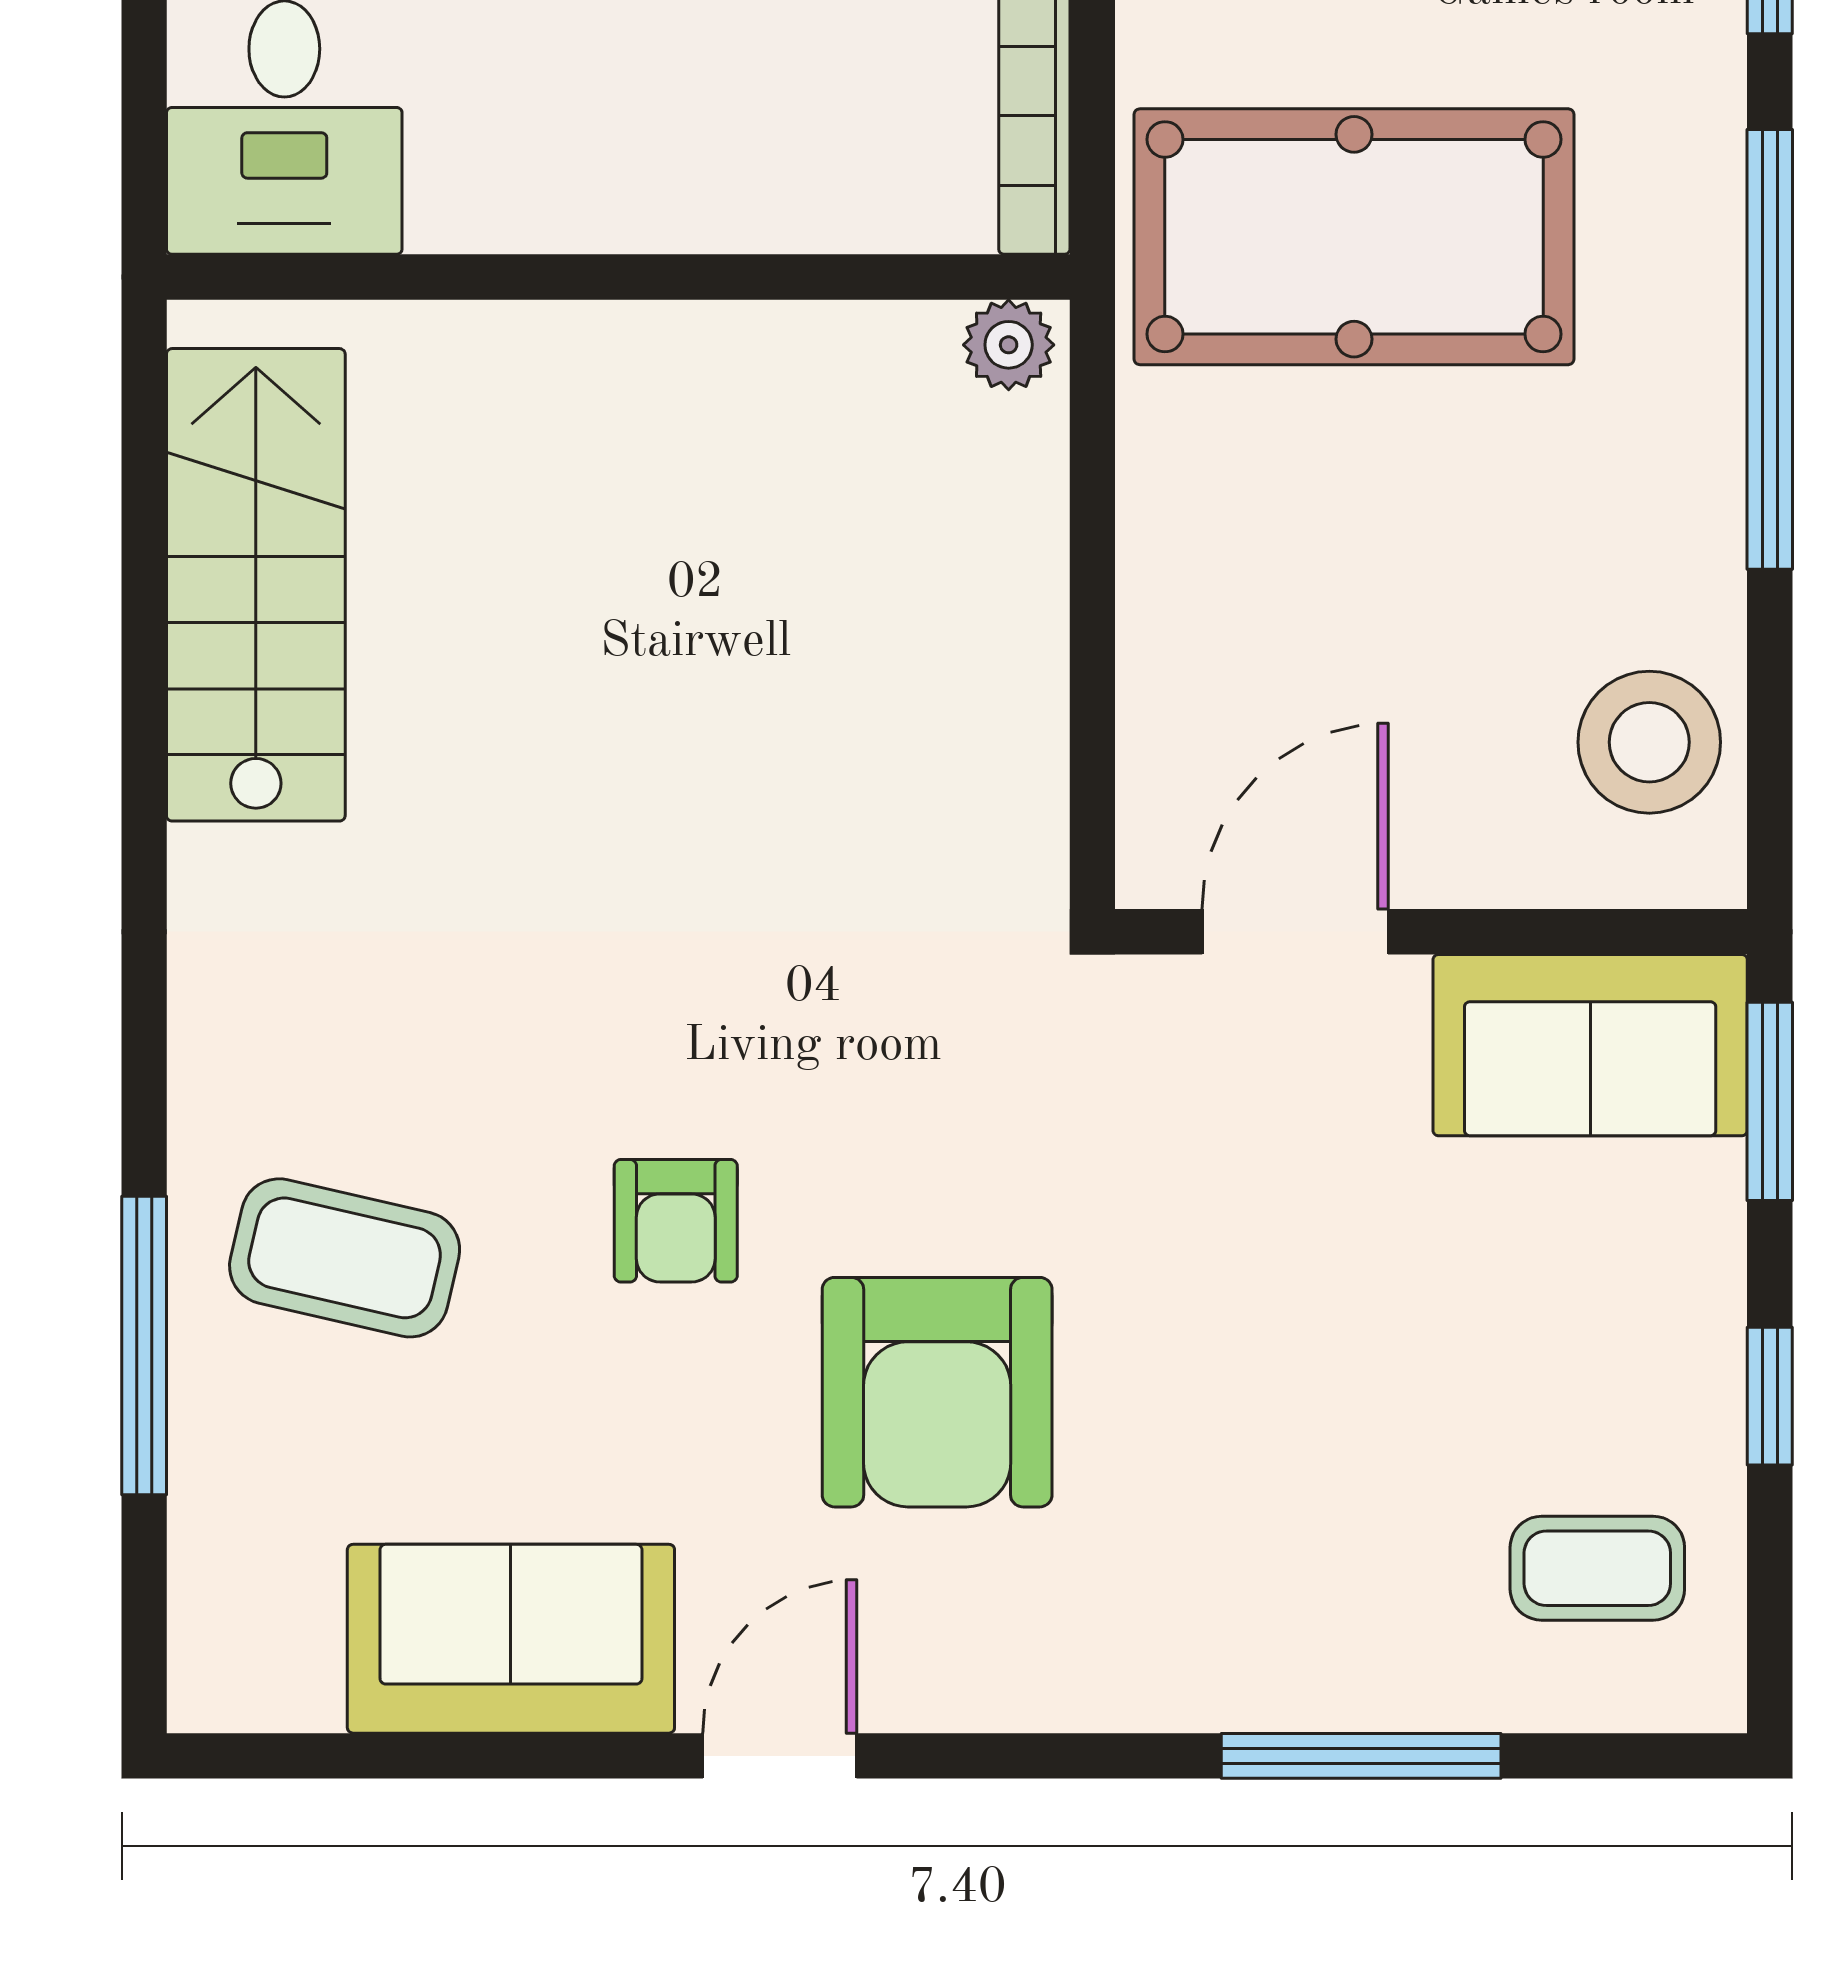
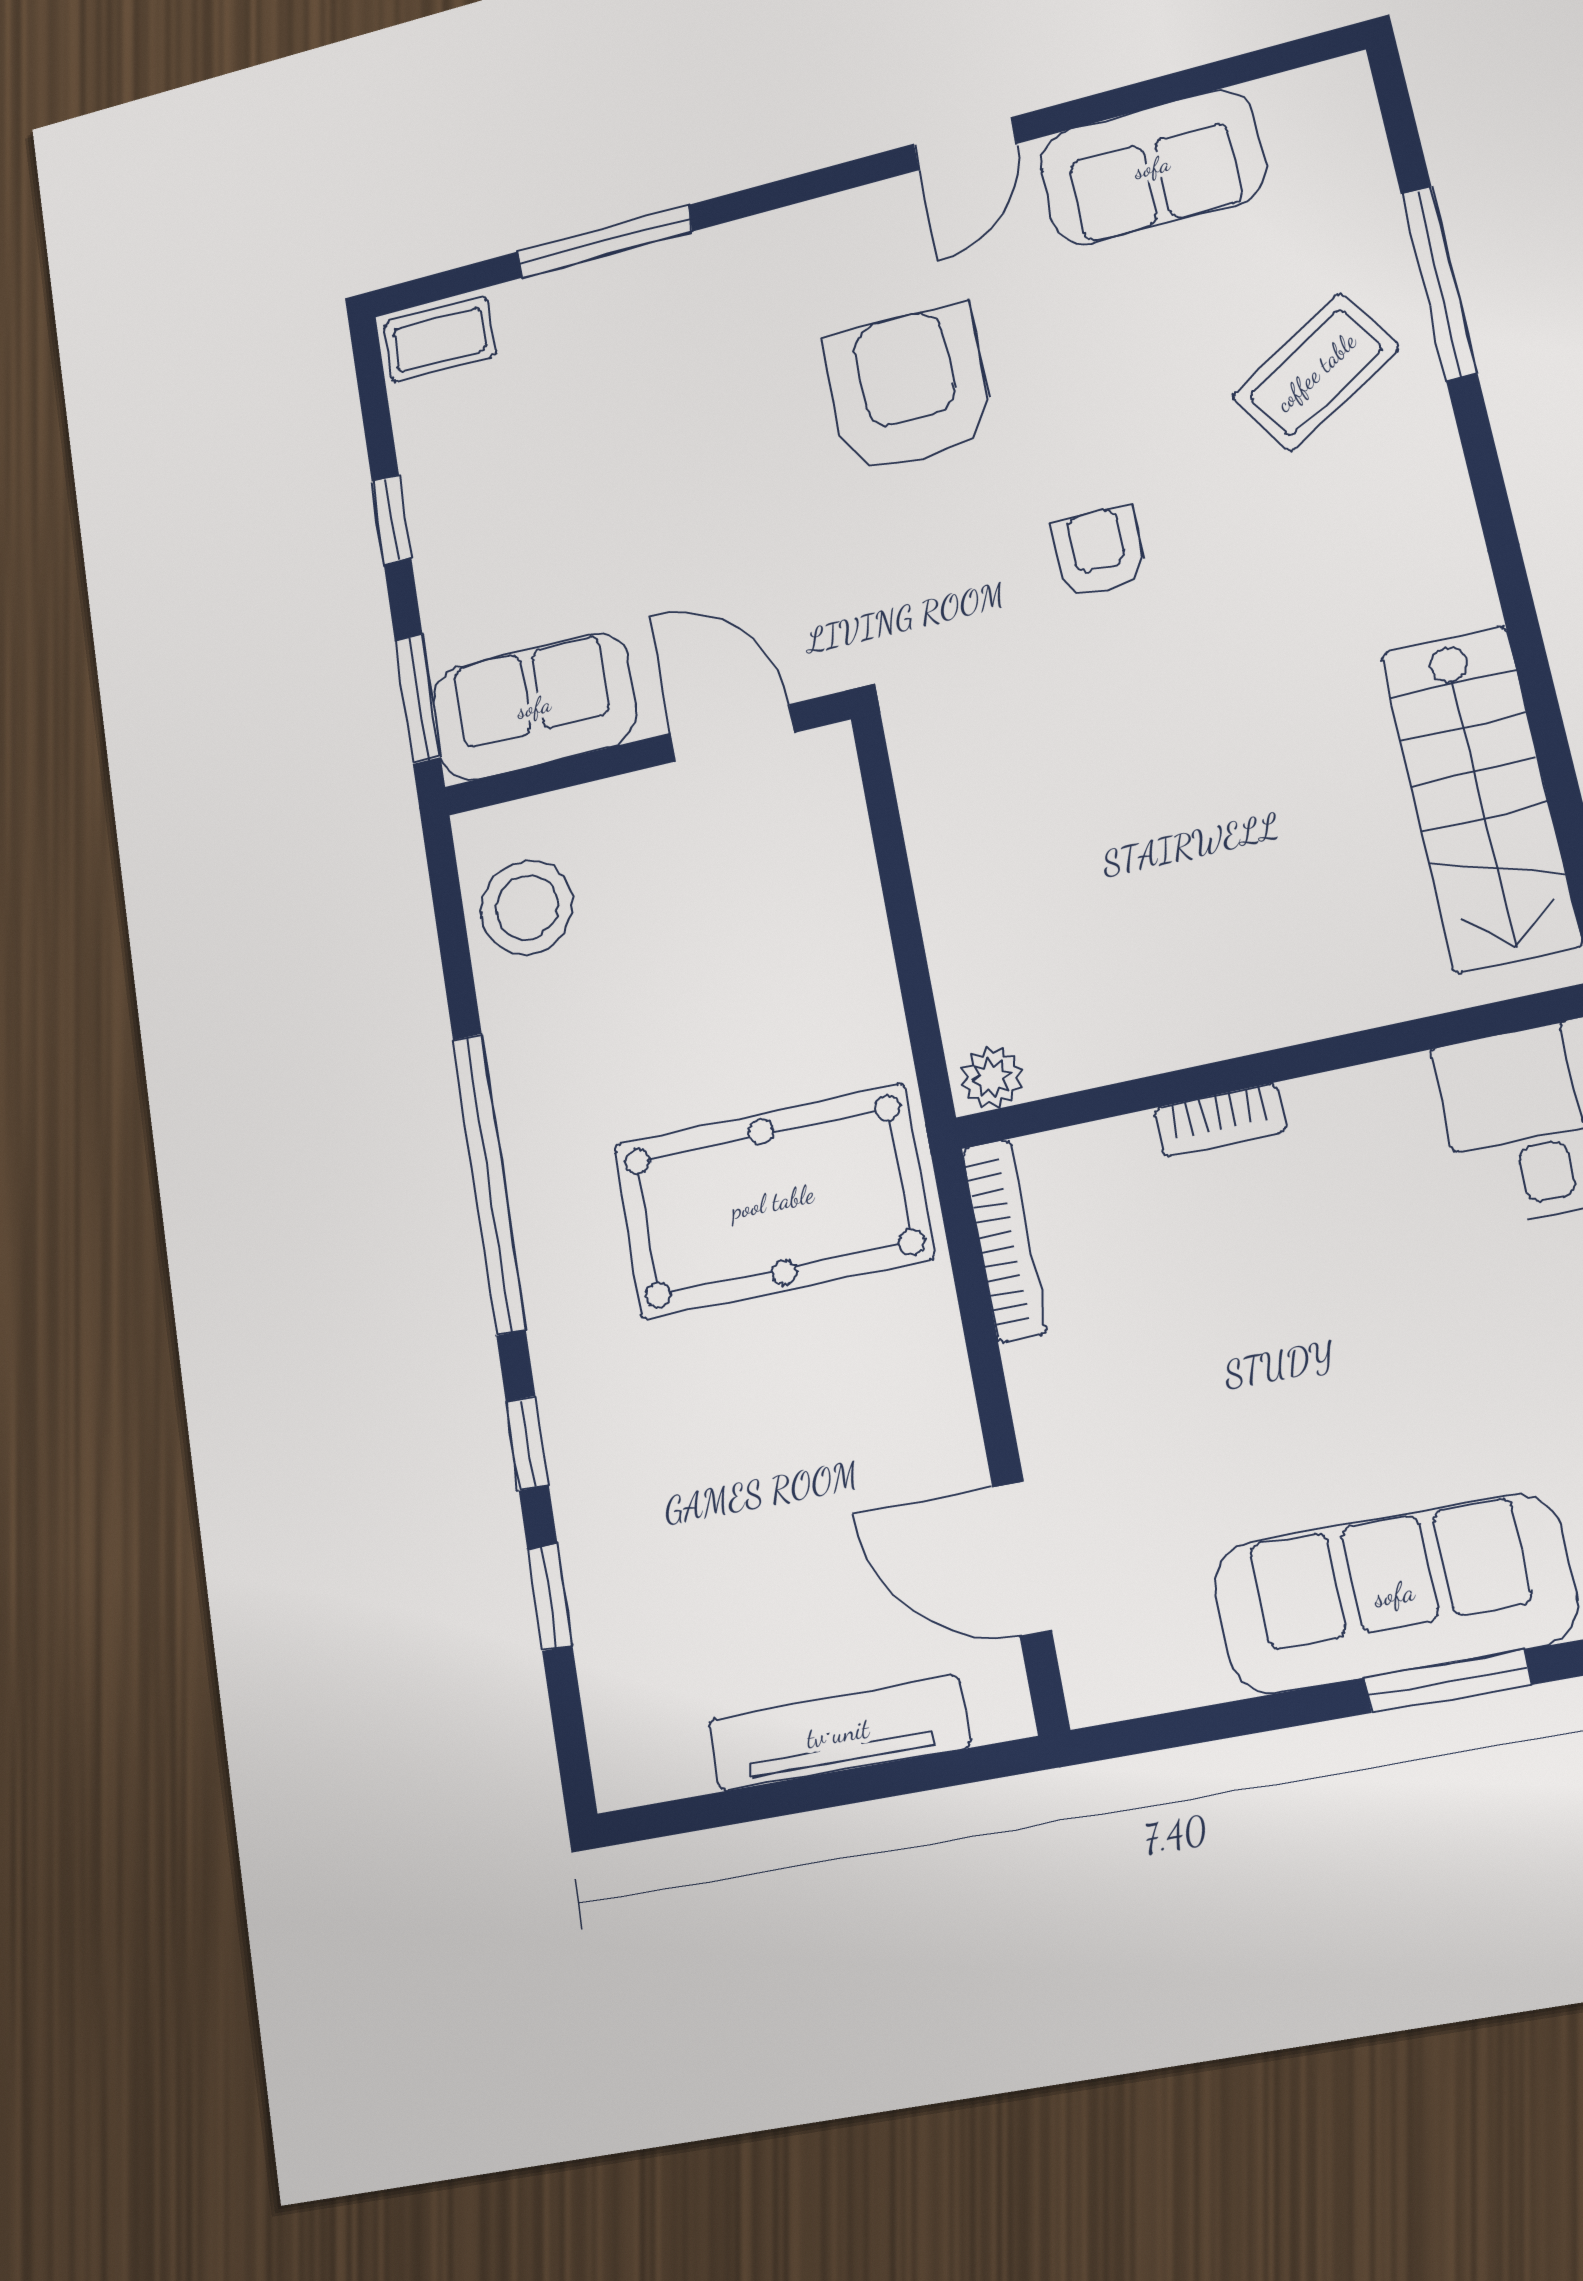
bookcase: (704, 219) -> (1220, 1120), added
door: (1295, 932) -> (732, 733), swing flipped
armchair: (676, 1221) -> (1098, 552), moved
coffee table: (345, 1258) -> (1316, 372), turned -45
coffee table: (1597, 1568) -> (440, 339), moved

